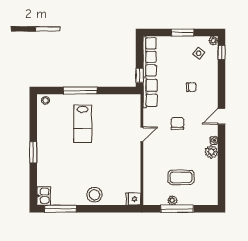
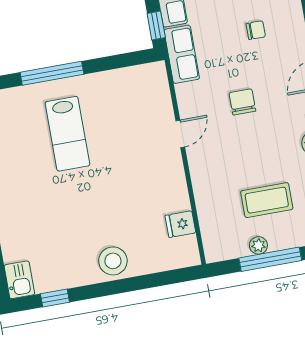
fridge: (133, 199) -> (180, 224), moved
window: (61, 209) -> (55, 298), width x0.46

